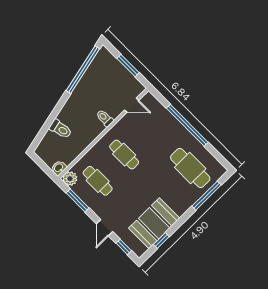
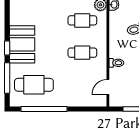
window: (187, 125) -> (44, 109), moved
booth: (154, 223) -> (22, 44), moved
window: (161, 241) -> (7, 48), moved

